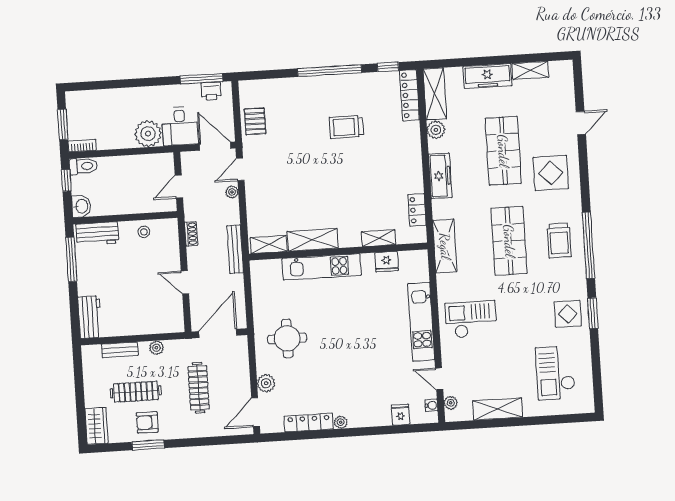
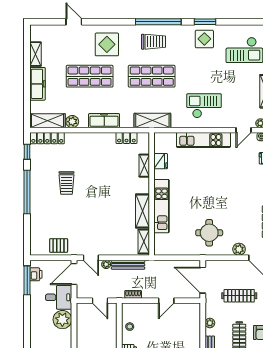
bench: (235, 249) -> (128, 265), moved
checkout: (471, 319) -> (204, 106), turned 90

